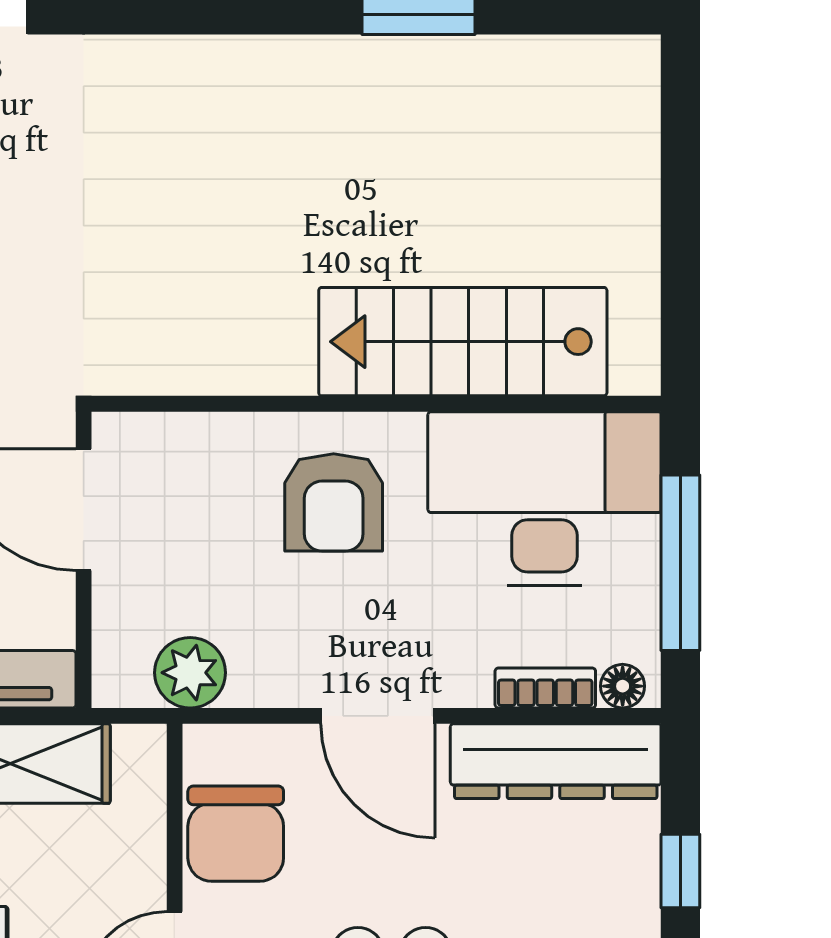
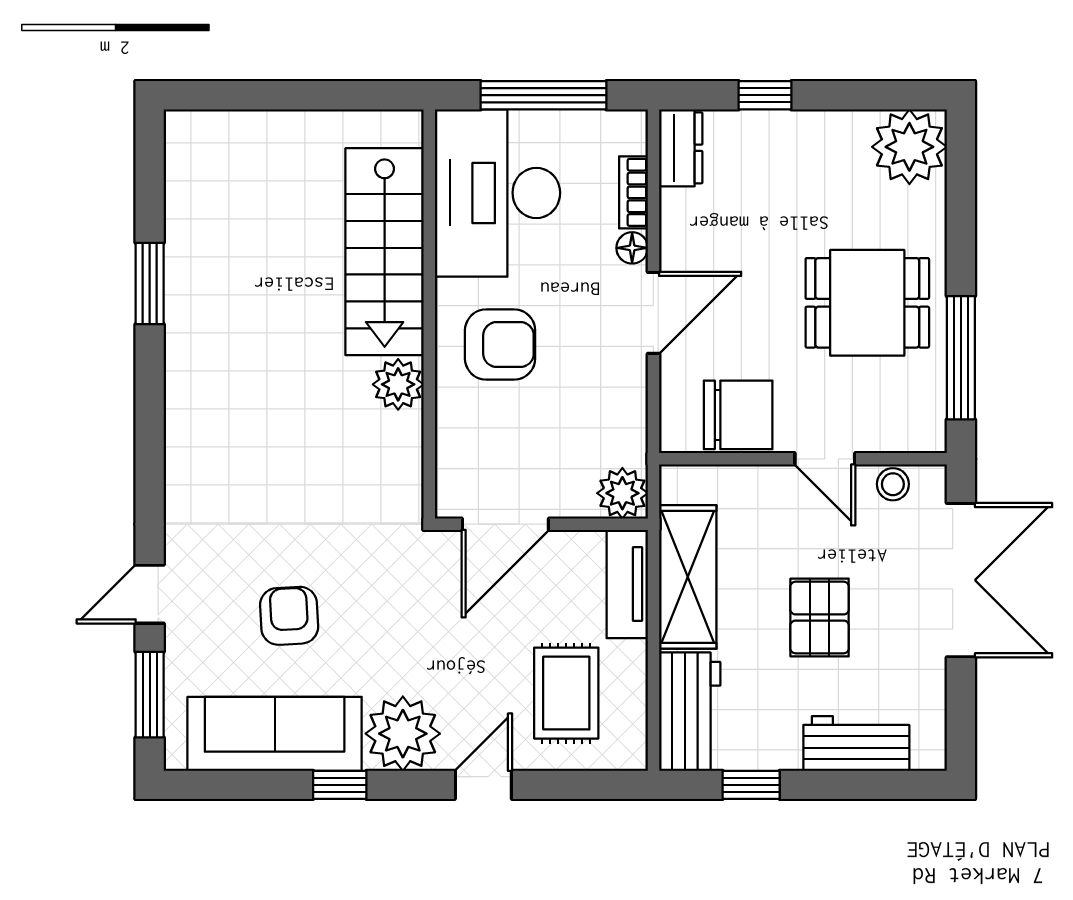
plant: (278, 361) -> (398, 384), added
plant: (190, 673) -> (622, 493), moved
floor lamp: (623, 686) -> (632, 248), moved
dresser: (556, 761) -> (681, 148), width x0.51, depth x0.80

